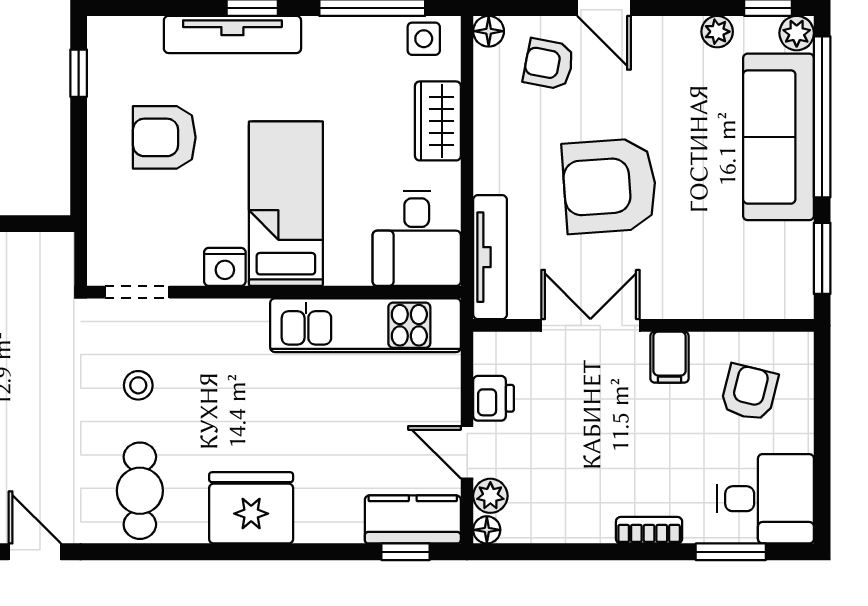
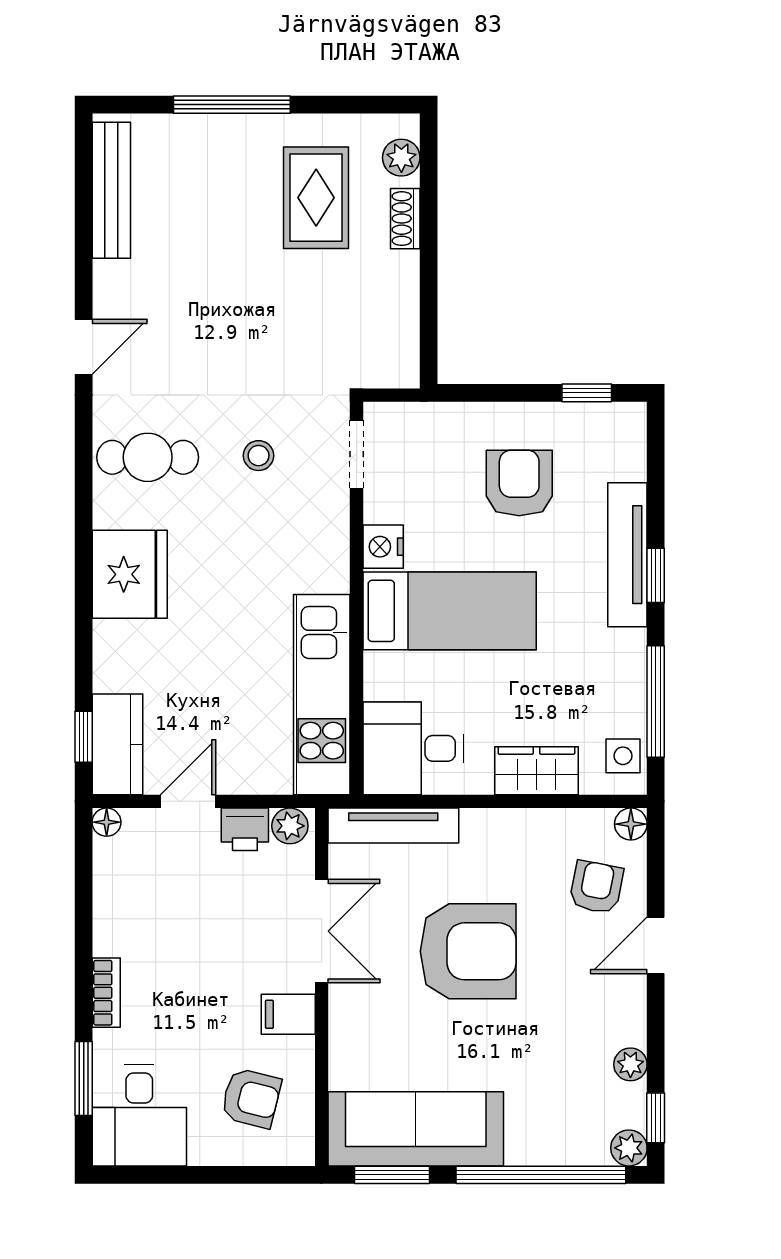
sofa: (778, 137) -> (416, 1129), moved
armchair: (610, 186) -> (468, 951), turned 94
plant: (490, 496) -> (290, 826), moved

